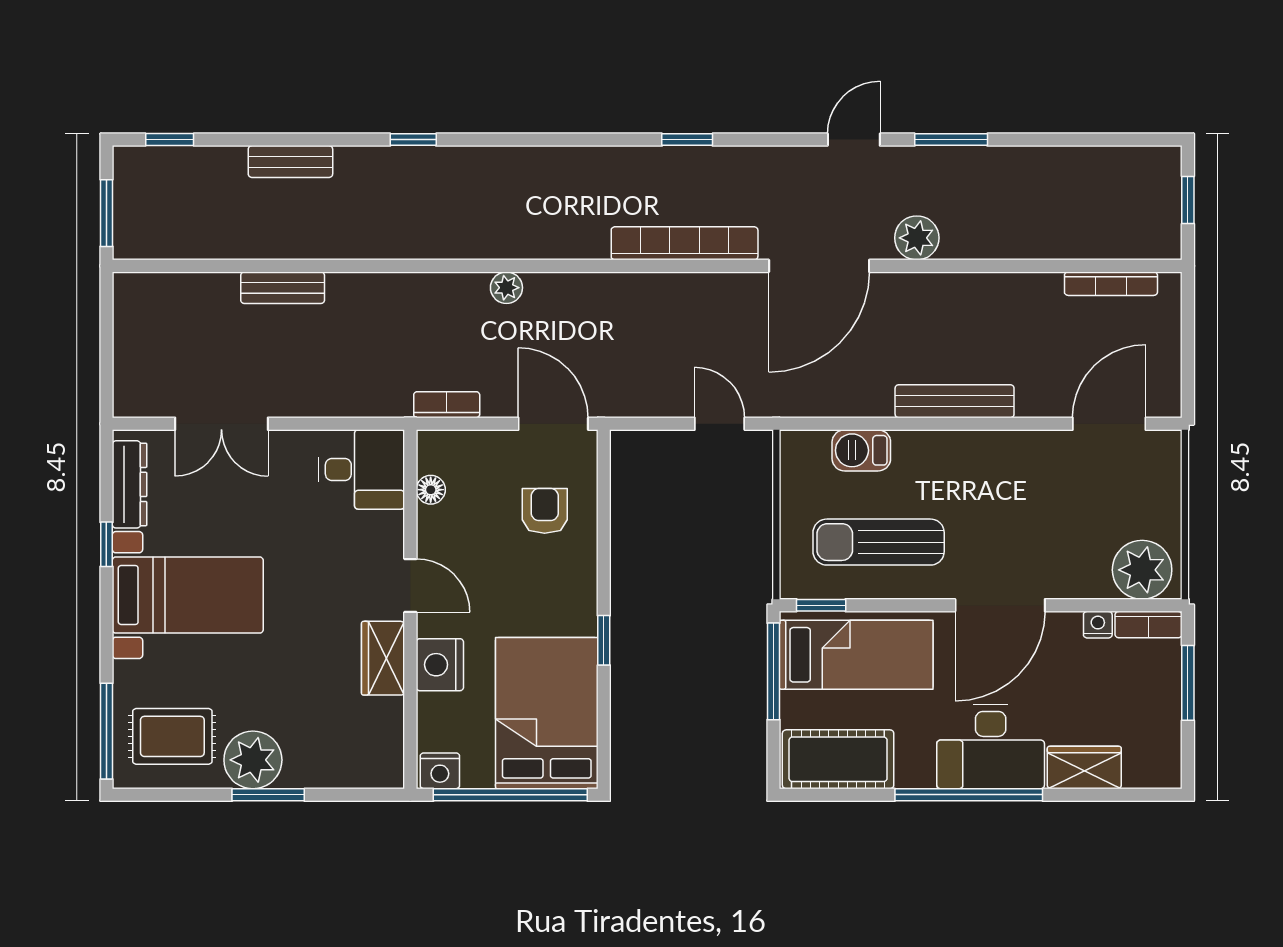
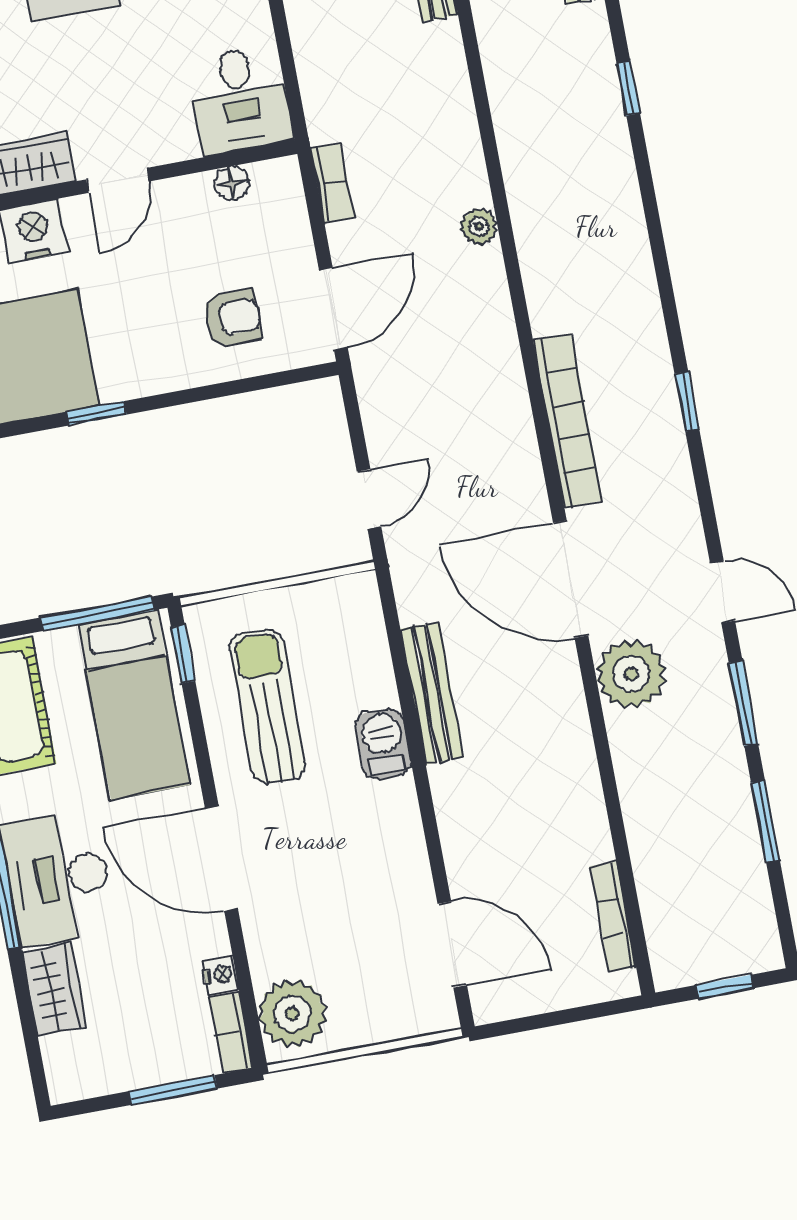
window: (1054, 140) -> (765, 821), added
plant: (917, 238) -> (631, 674), width x1.36, depth x1.36
bench: (955, 401) -> (432, 693), moved
barbecue: (861, 450) -> (383, 744), moved

